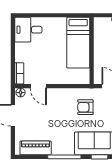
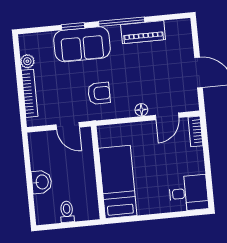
door: (38, 86) -> (167, 116), swing flipped
floor lamp: (21, 93) -> (141, 110), moved
piano: (36, 148) -> (143, 32), moved

